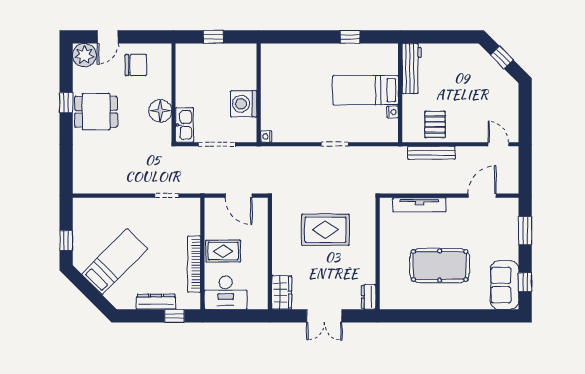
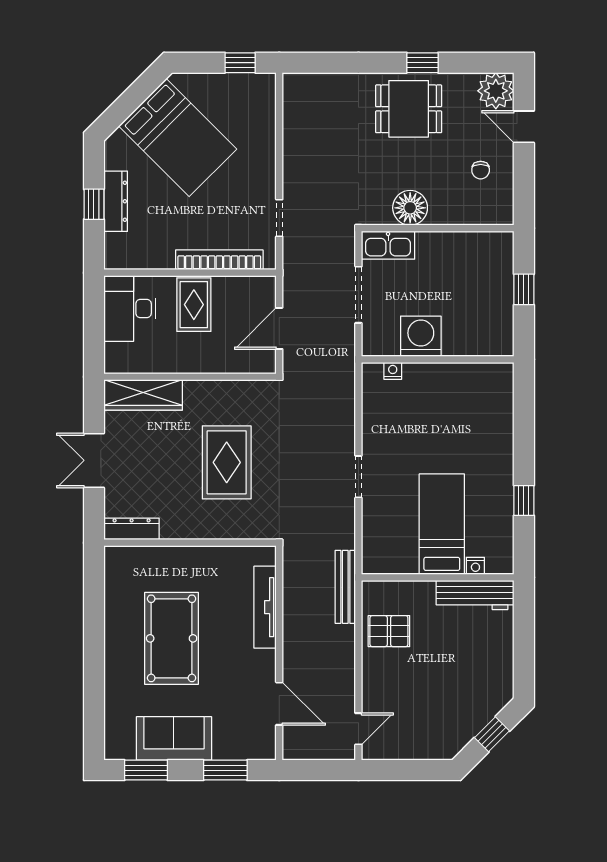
chair: (136, 65) -> (481, 170), width x0.54, depth x0.54
dining table: (96, 112) -> (409, 109), turned 90
nightstand: (393, 112) -> (475, 566), moved
nightstand: (266, 137) -> (393, 371), moved
bench: (431, 153) -> (345, 587), moved
window: (66, 240) -> (240, 63), moved
bed: (115, 262) -> (178, 138), width x1.50
bookcase: (194, 264) -> (219, 260), moved
window: (525, 282) -> (146, 770), width x1.50
sofa: (505, 285) -> (174, 738), moved
wardrobe: (282, 292) -> (143, 395), width x1.50
dresser: (369, 297) -> (132, 529), width x1.44
window: (174, 316) -> (94, 204), moved

